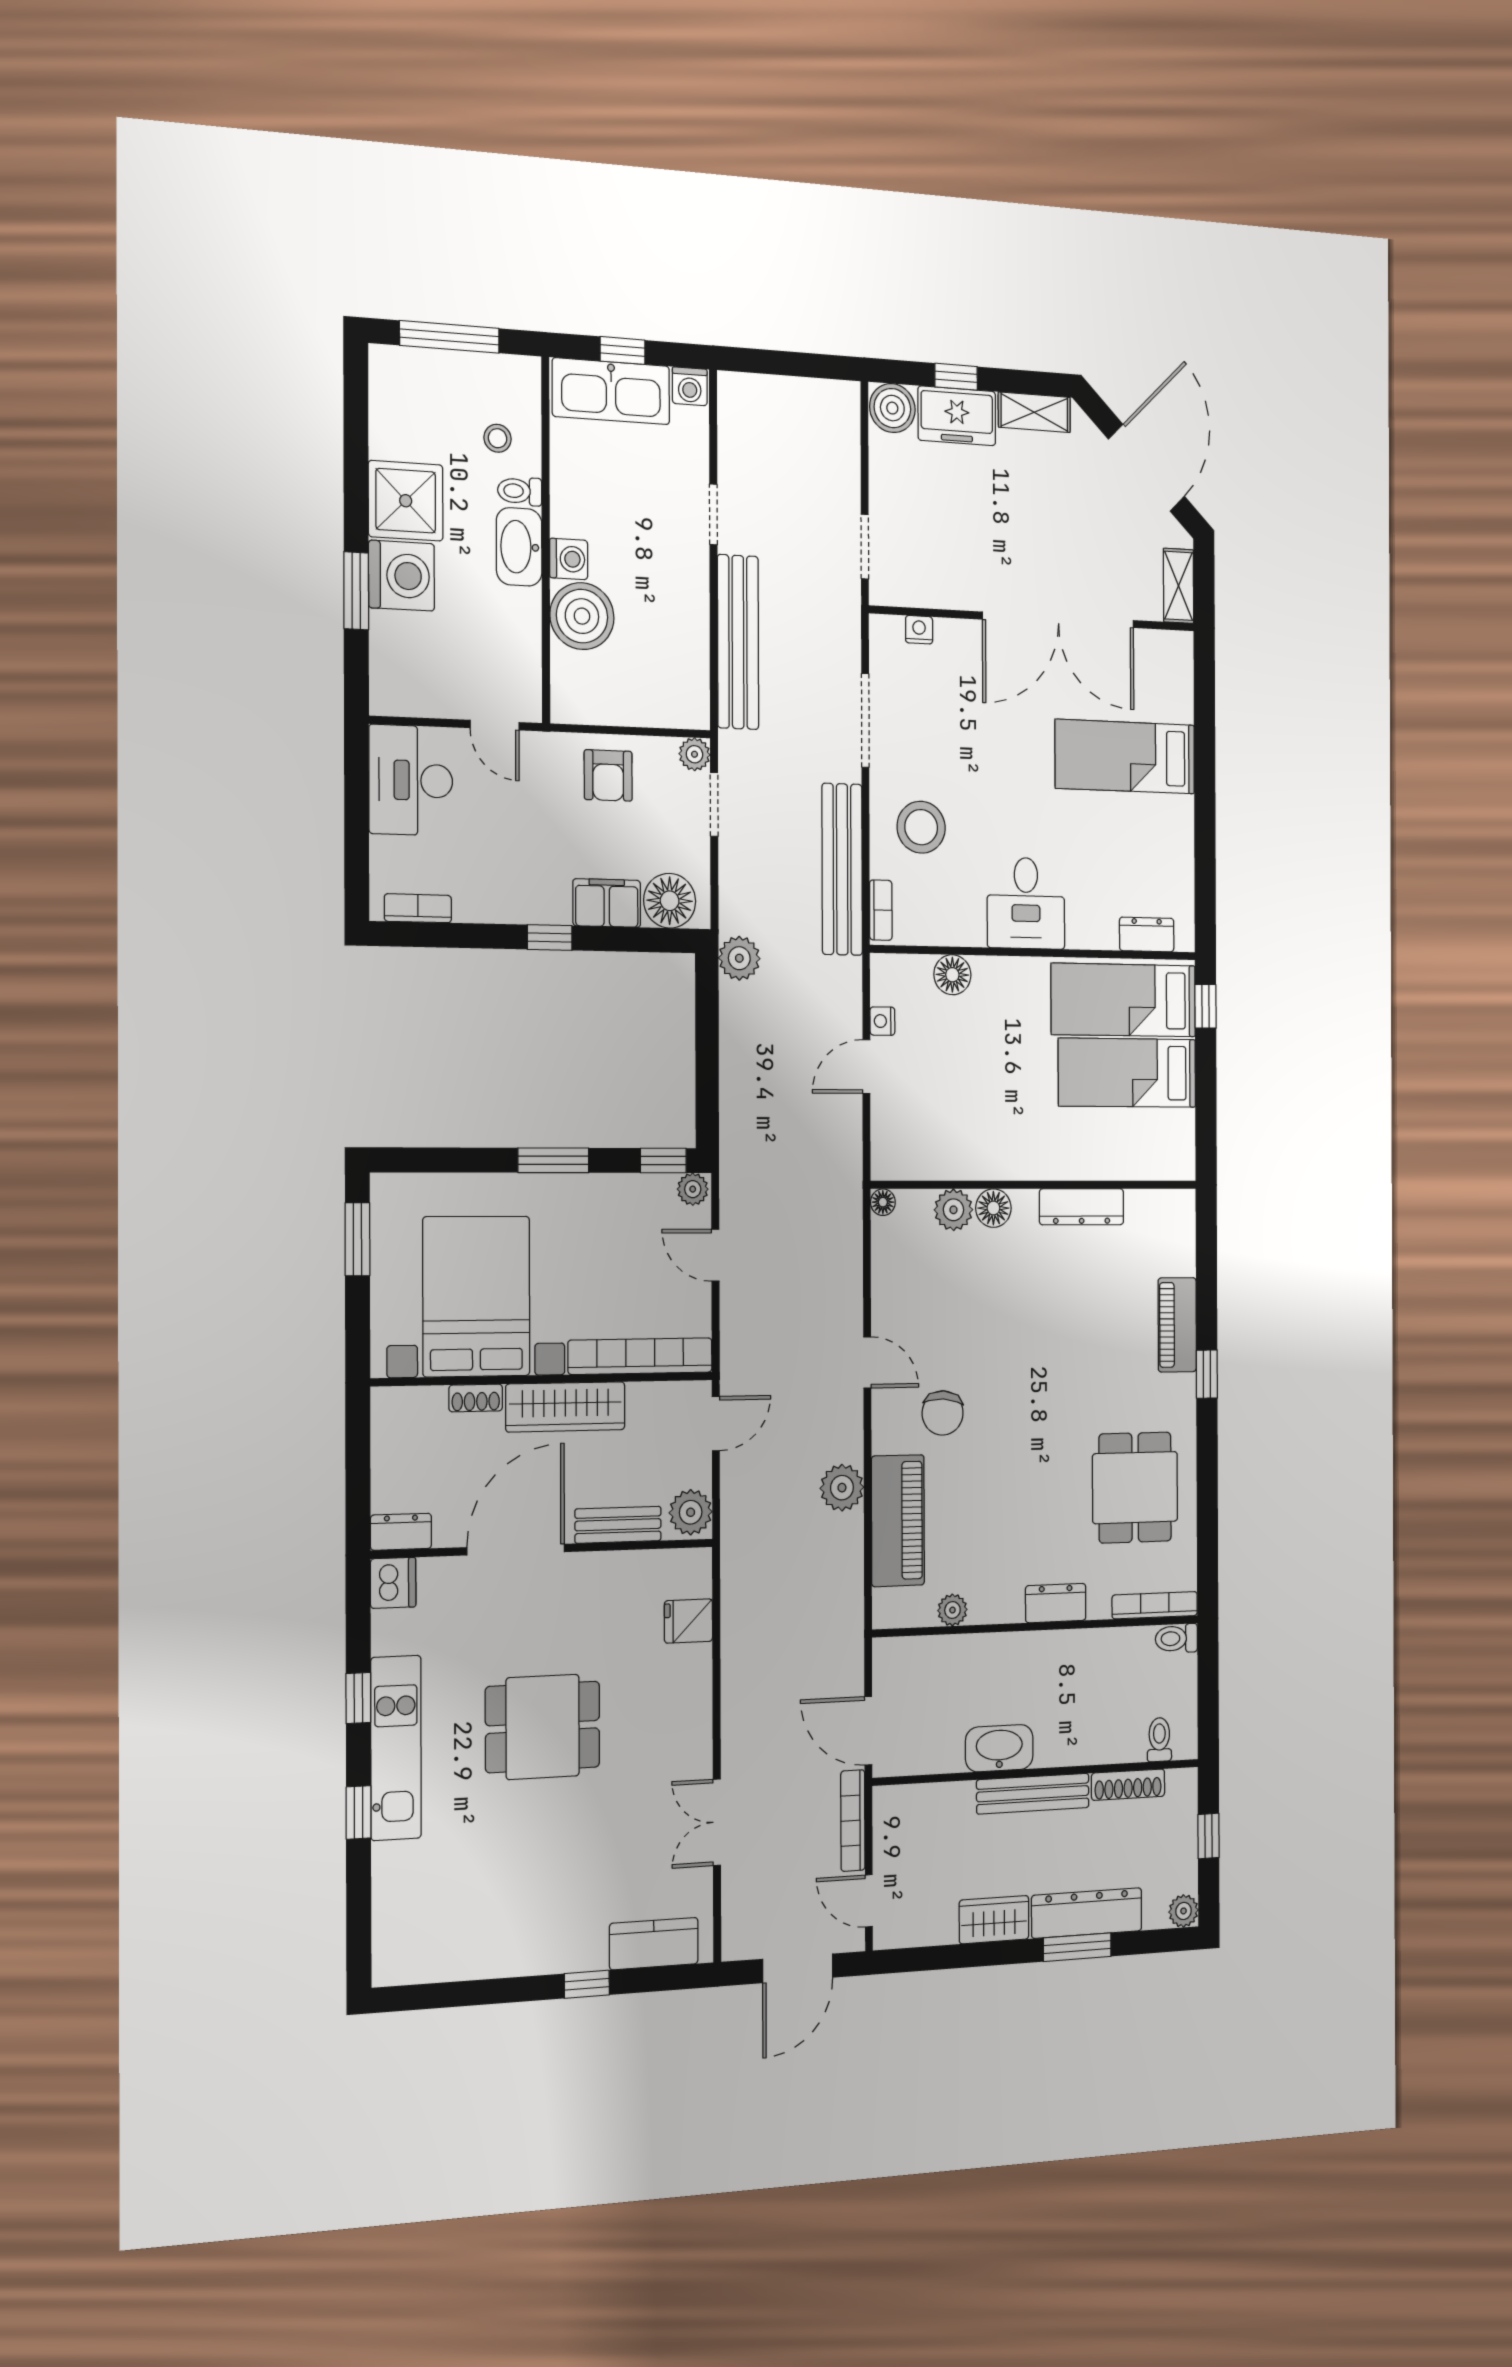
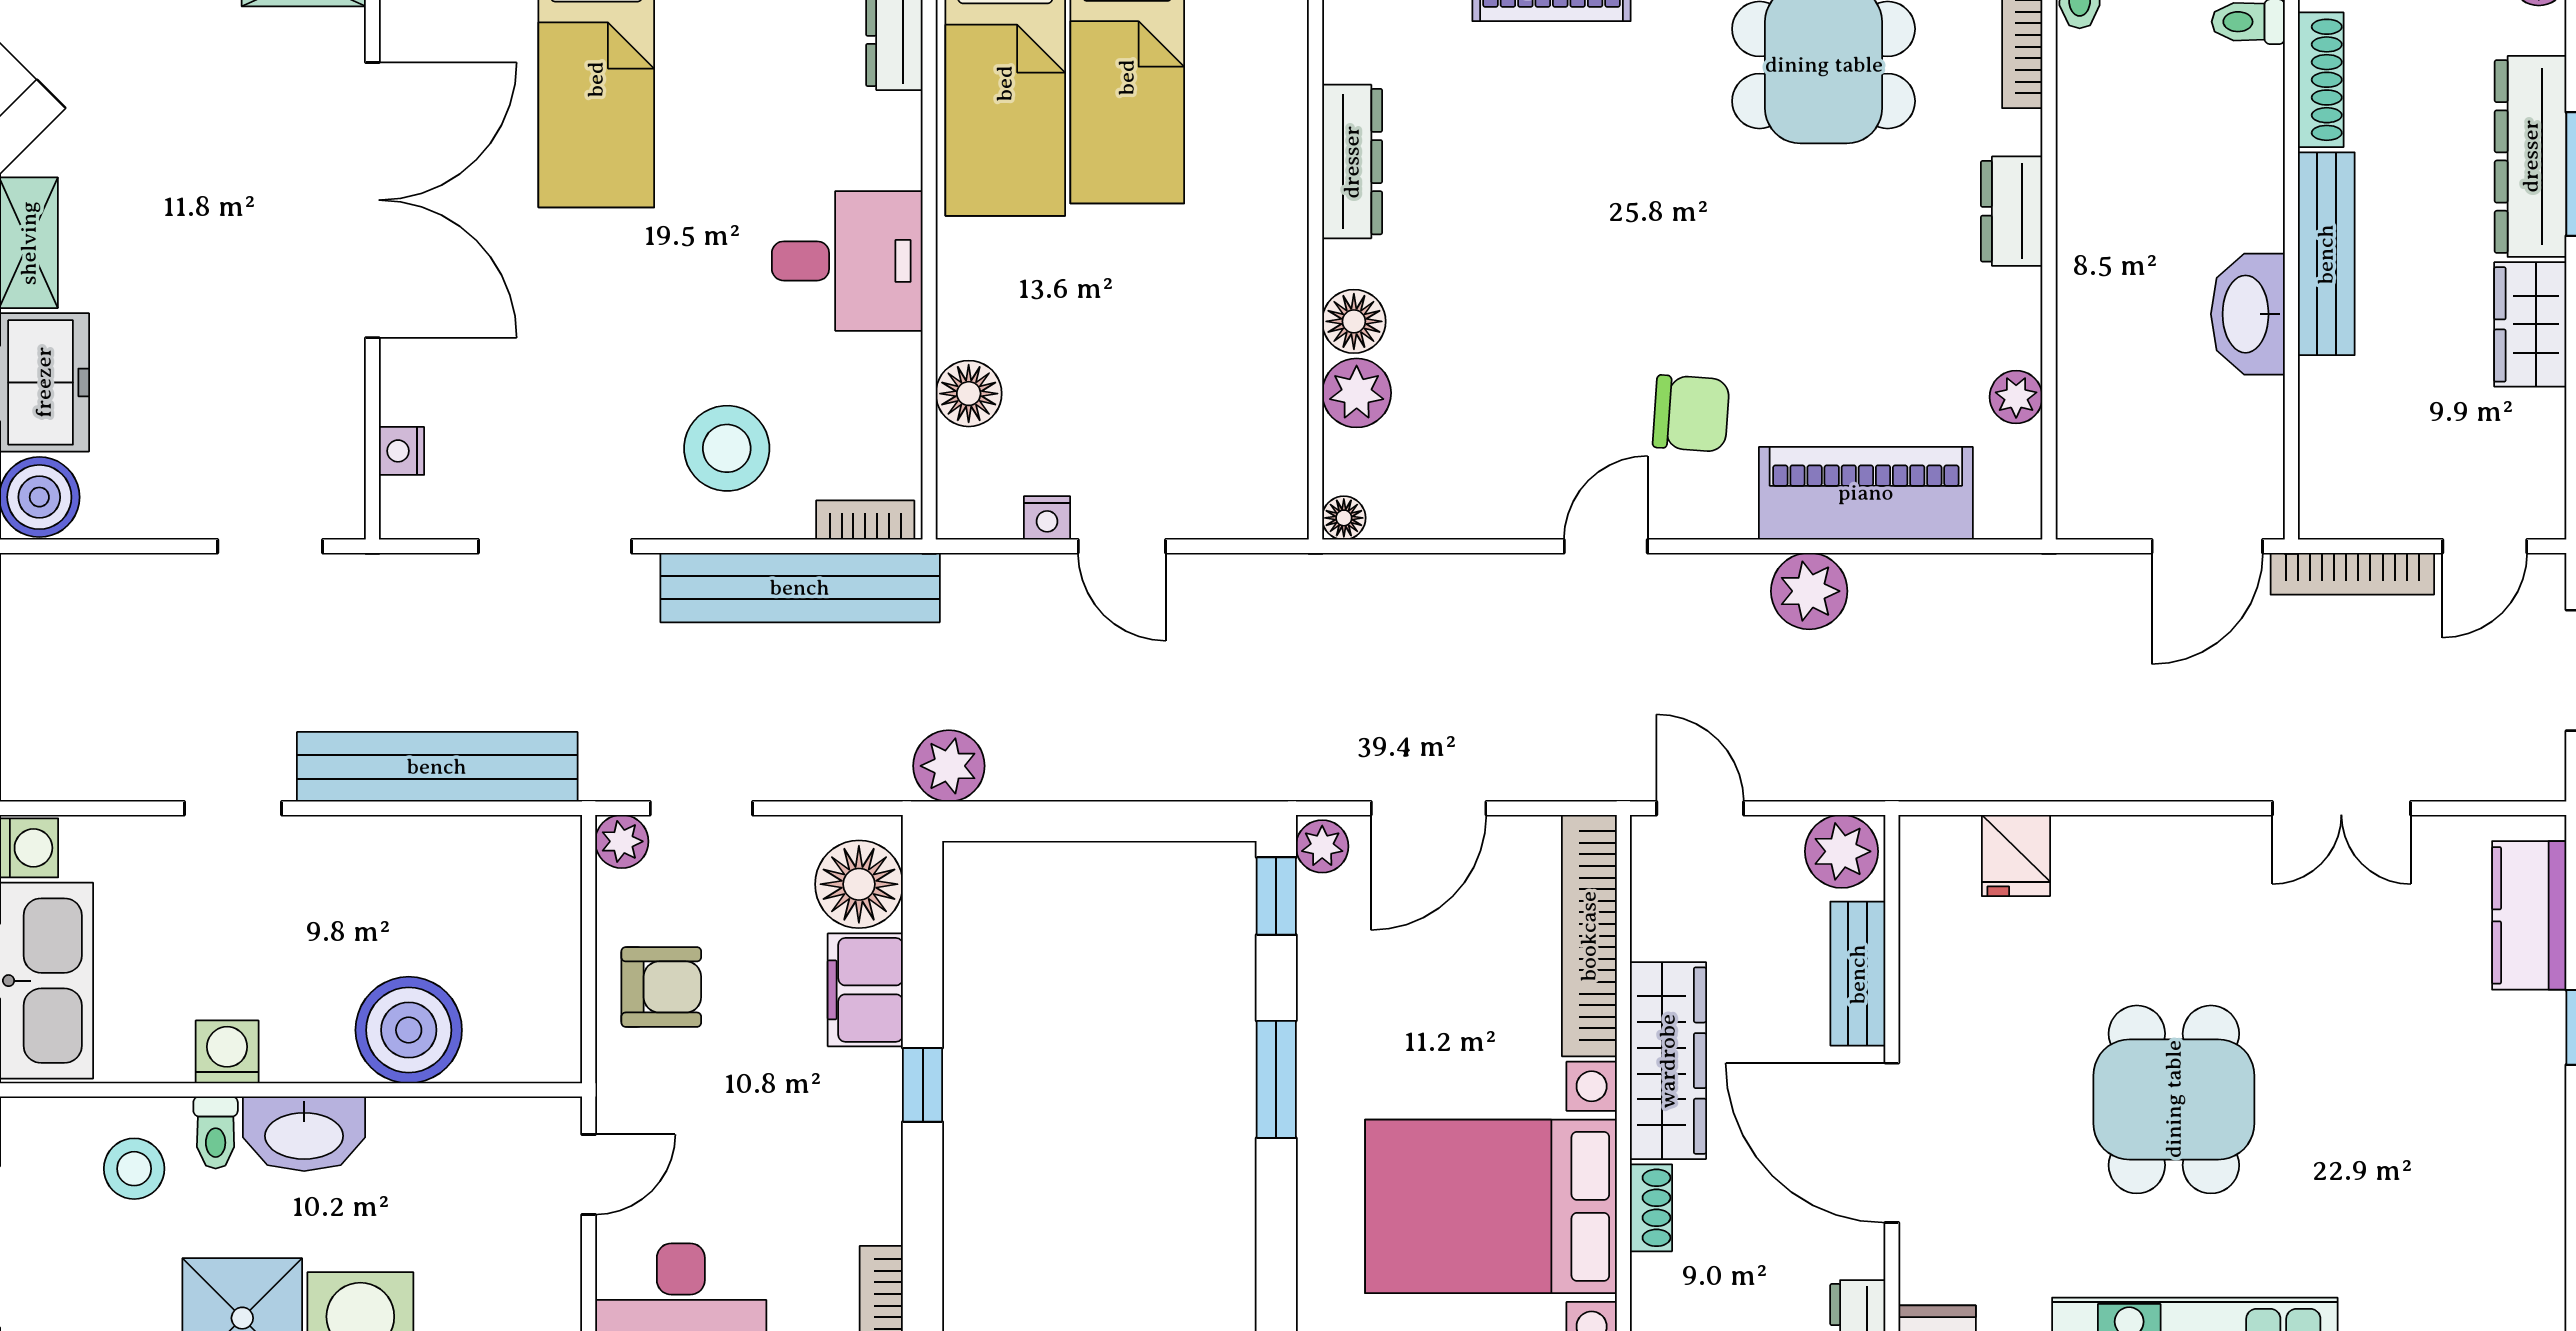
stool: (498, 438) -> (134, 1169), width x1.37, depth x1.37
washing machine: (569, 559) -> (227, 1052), moved
door: (715, 1255) -> (1429, 808), width x1.38

